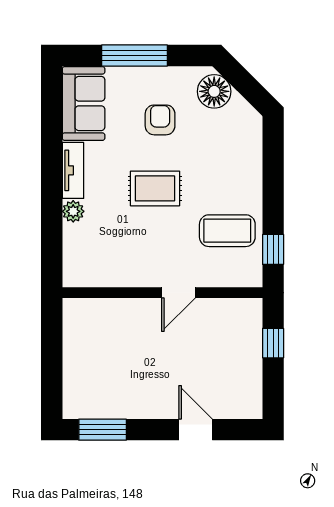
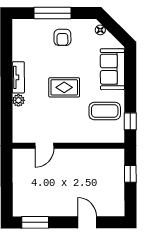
floor lamp: (214, 91) -> (100, 30), width x0.53, depth x0.53
sofa: (84, 103) -> (112, 69), moved, turned 180
armchair: (160, 120) -> (62, 37), moved, turned 180
door: (179, 293) -> (44, 146), moved

